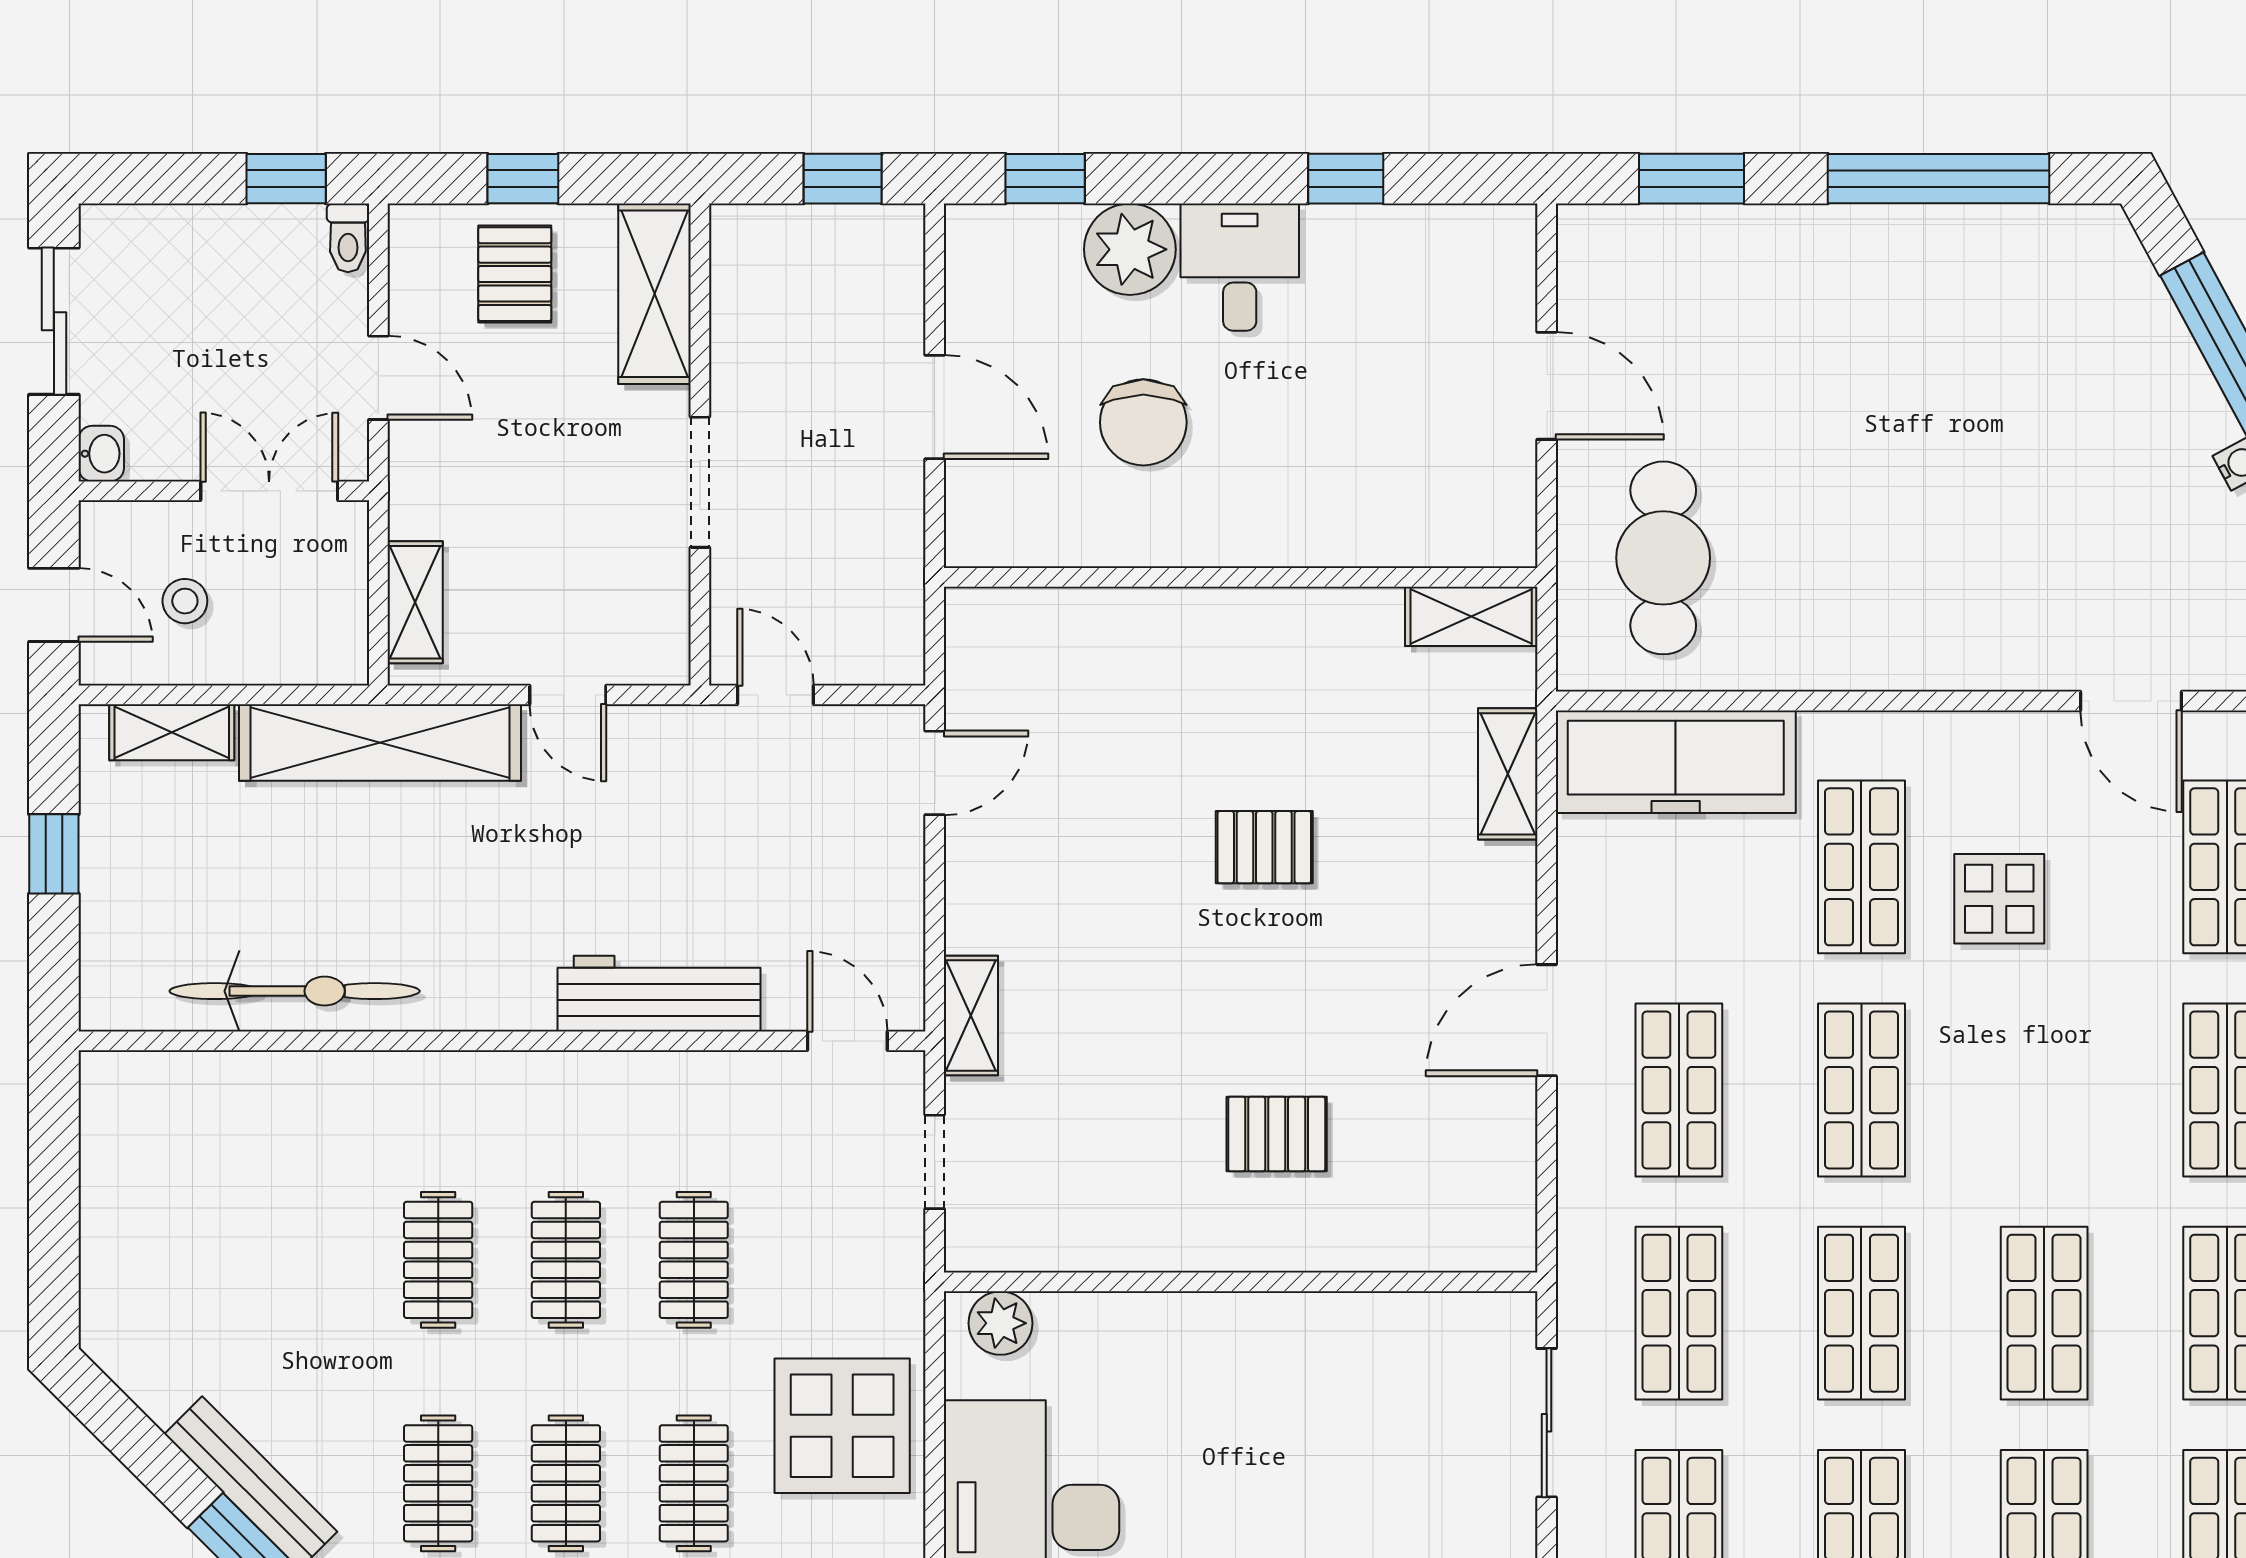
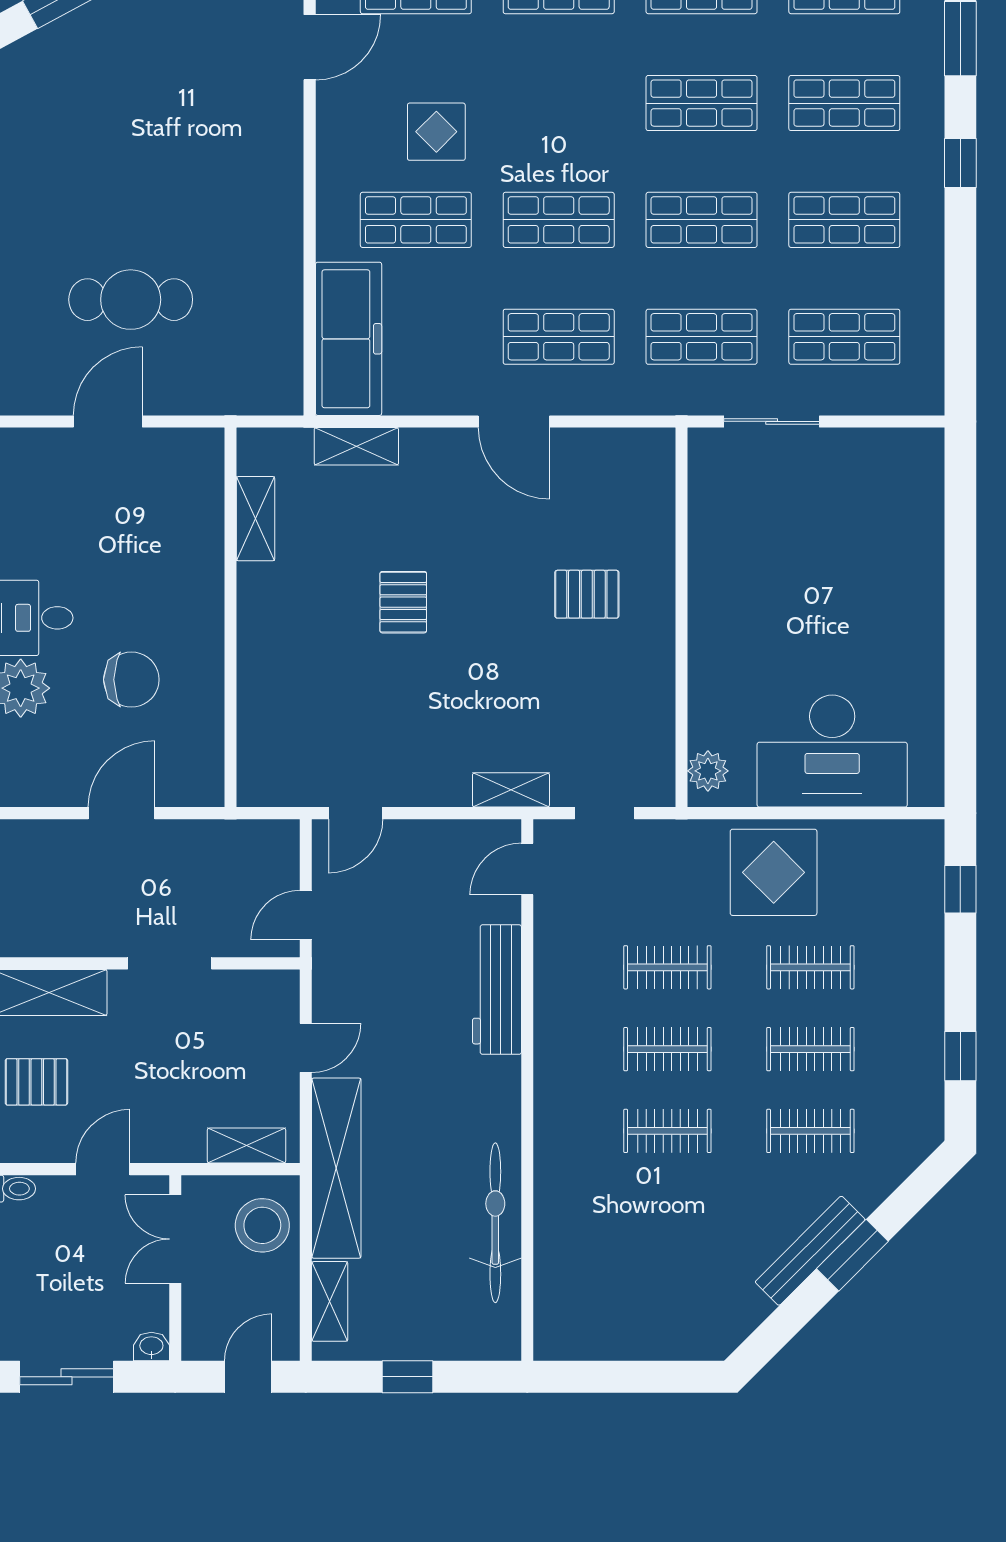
cafe table: (1663, 558) -> (131, 300), moved
stool: (185, 601) -> (262, 1225), moved, width x1.89, depth x1.89
shelving: (1471, 616) -> (256, 519), moved
door: (935, 773) -> (356, 813), swing flipped
pallet: (1277, 1134) -> (587, 594), turned 90

